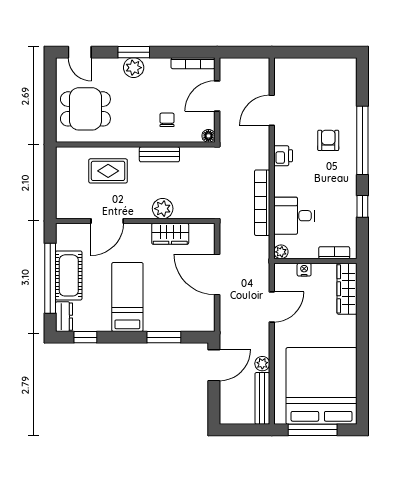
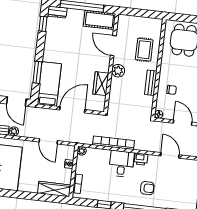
plant: (163, 209) -> (118, 71), moved
desk: (294, 216) -> (121, 164), moved
cot: (69, 275) -> (99, 20), moved
bed: (127, 297) -> (49, 84), moved, turned -90

